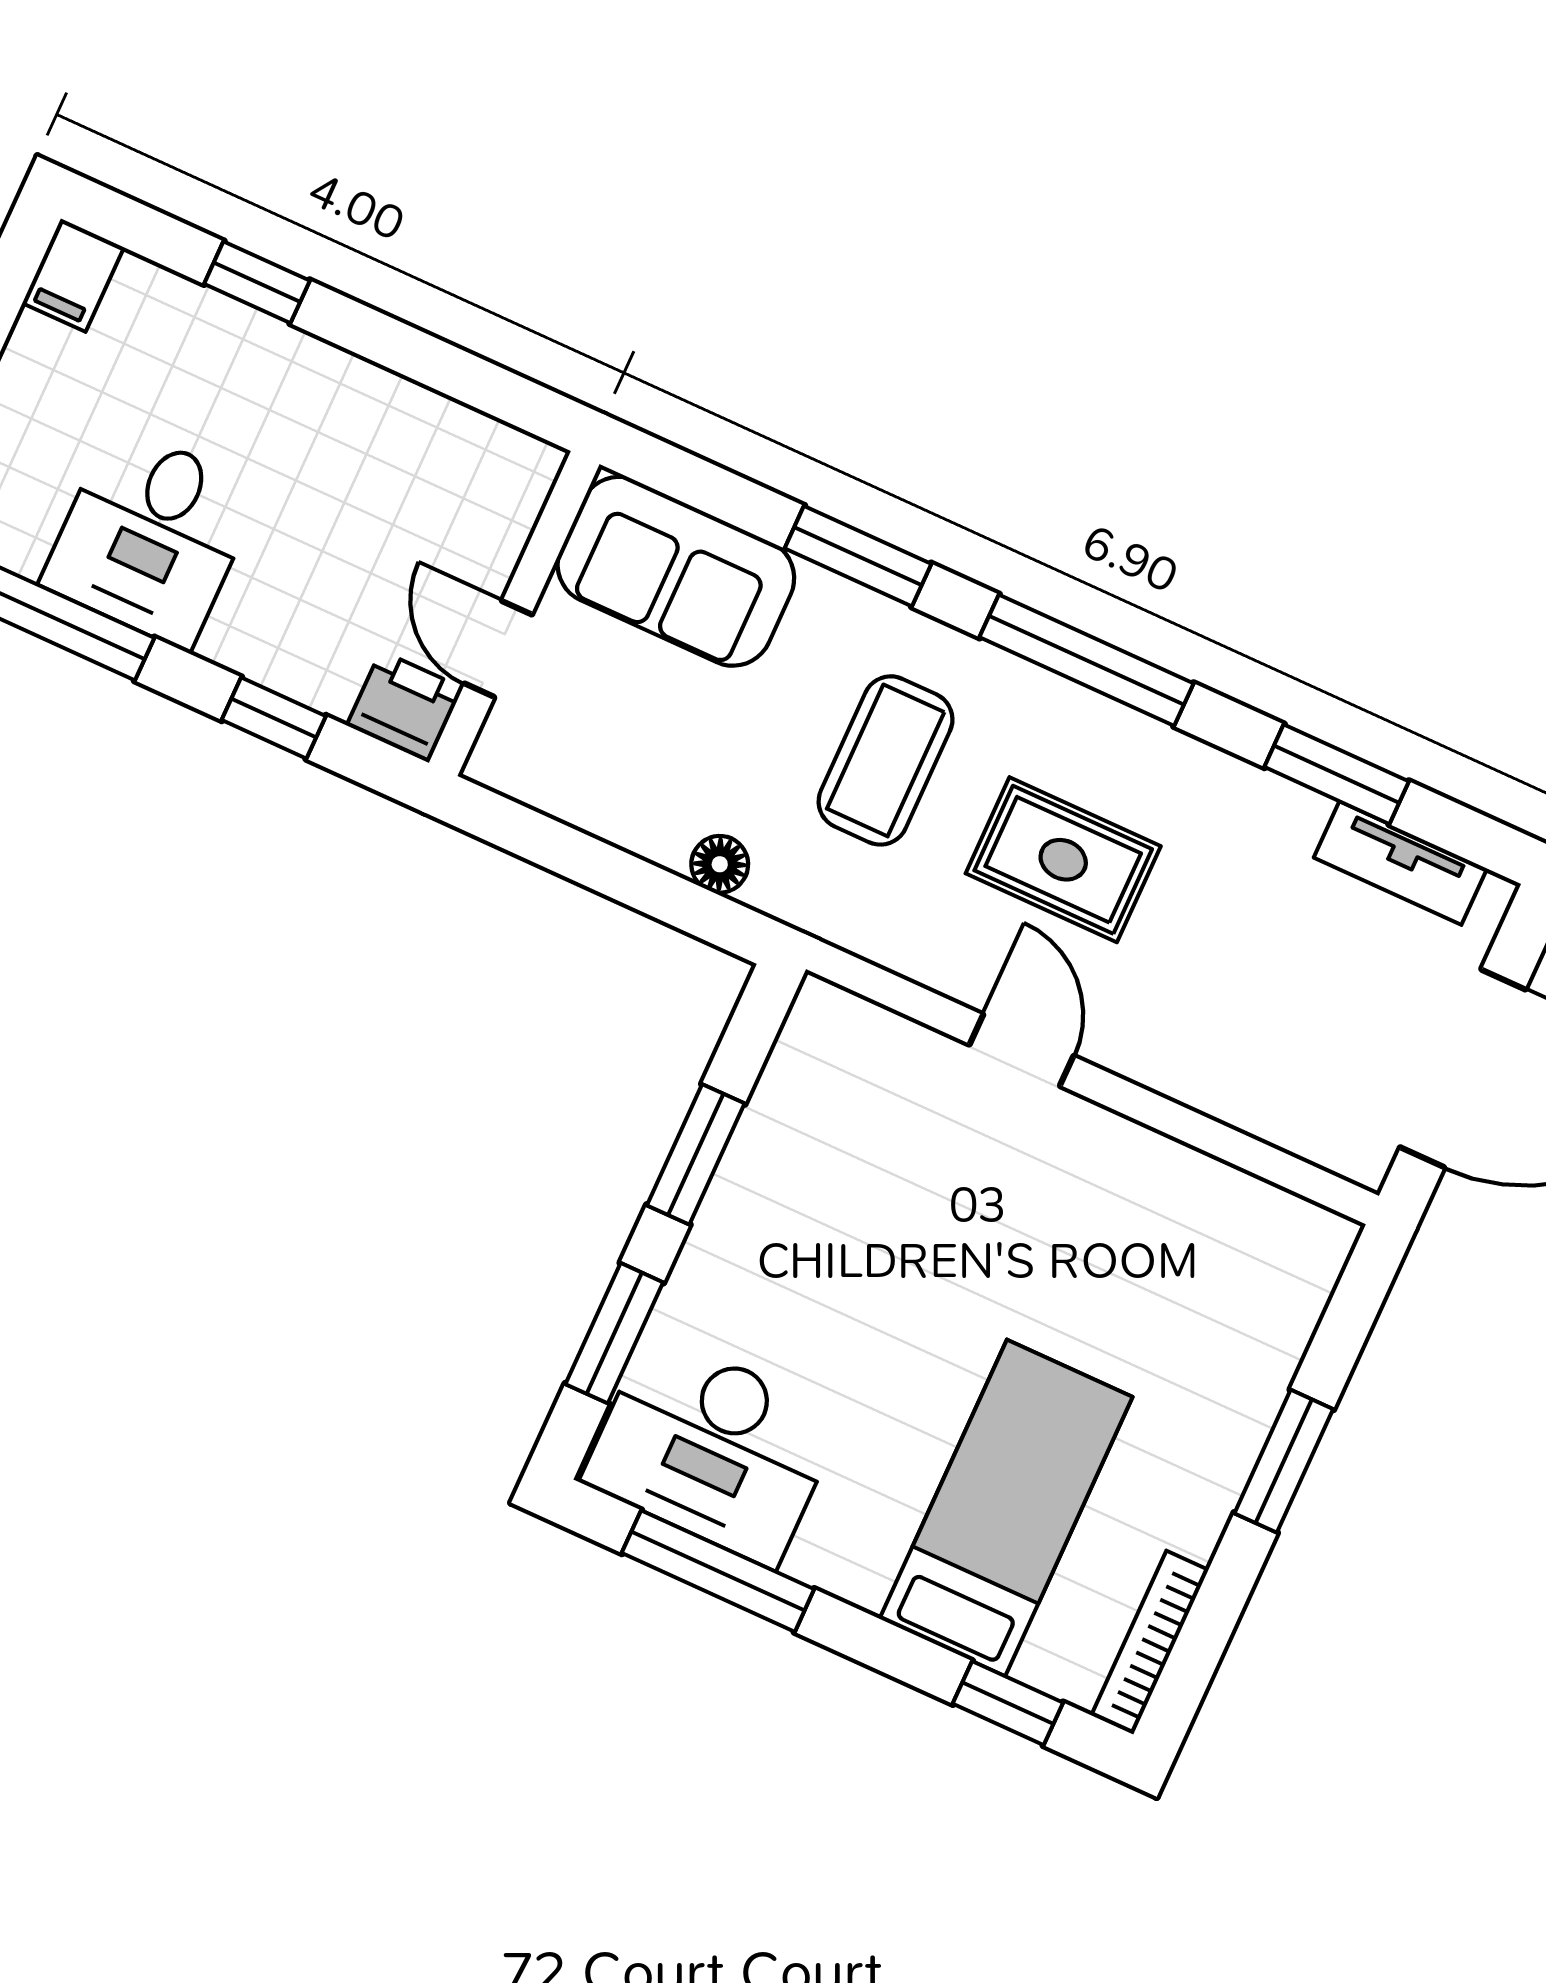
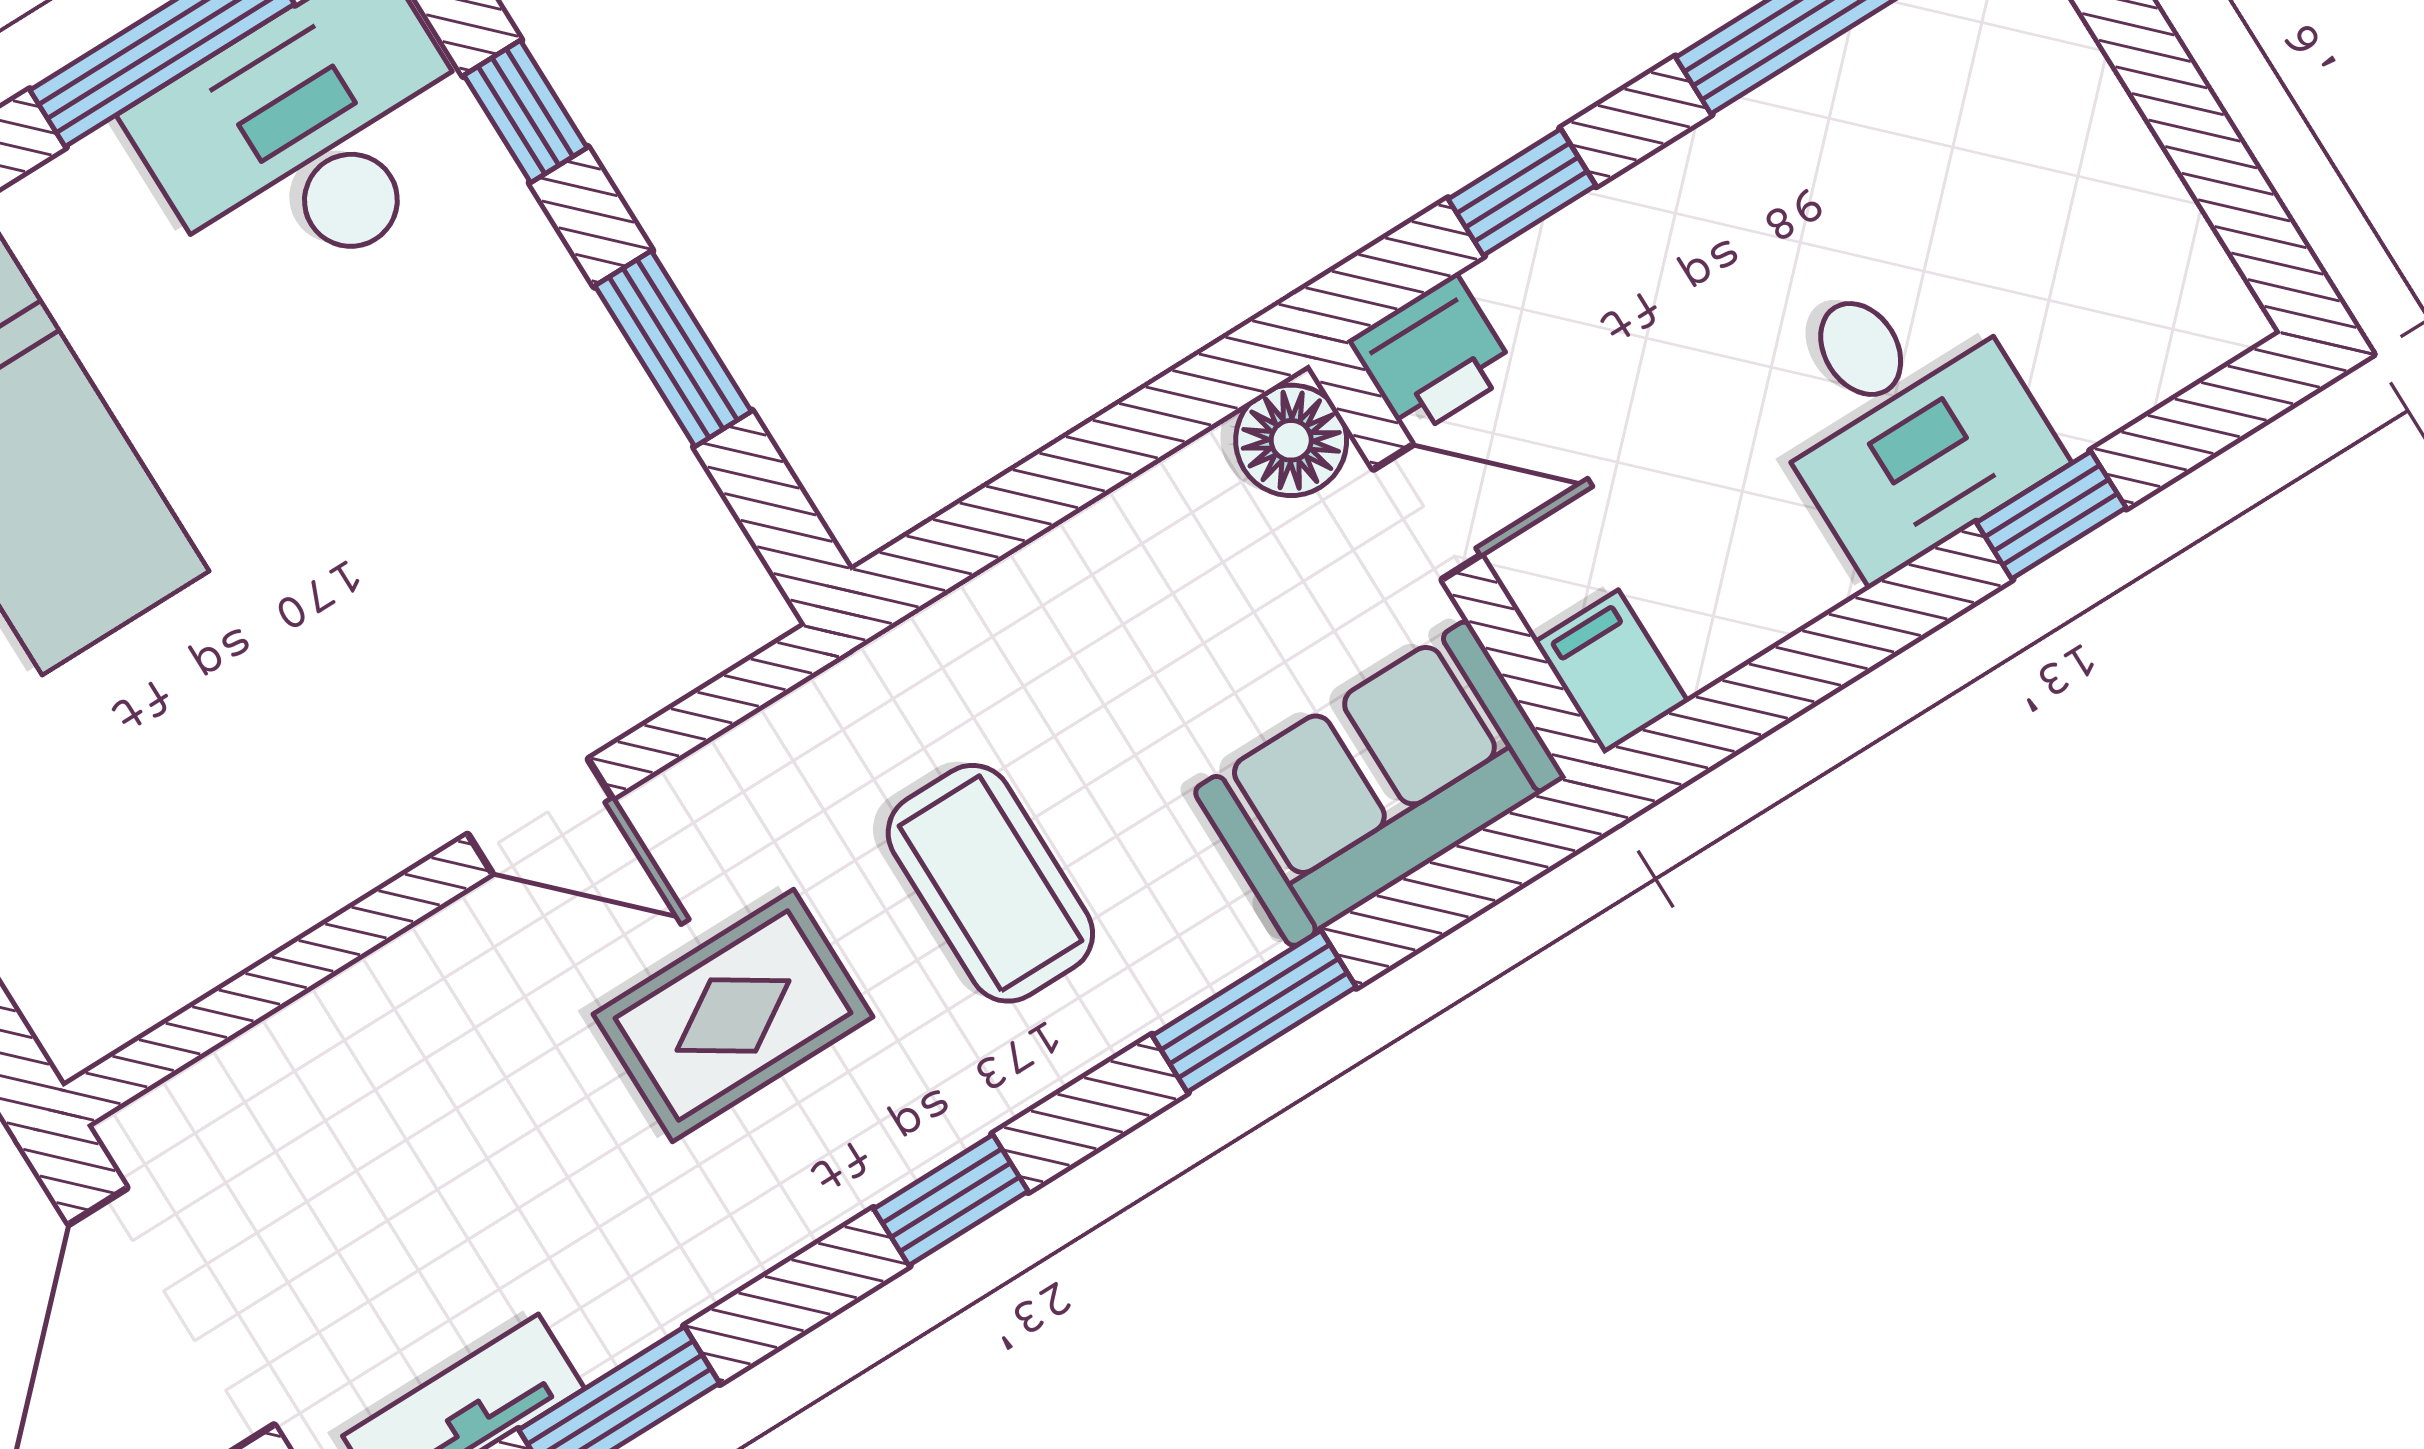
filing cabinet: (73, 275) -> (1611, 672), moved
desk: (151, 537) -> (1903, 417), moved, turned 180
window: (1087, 660) -> (951, 1200), width x0.46
floor lamp: (720, 864) -> (1291, 440), moved, width x1.37, depth x1.37
window: (614, 1333) -> (526, 111), width x0.67

